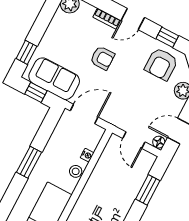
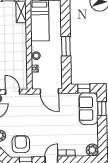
armchair: (102, 58) -> (56, 129), removed
sofa: (54, 79) -> (88, 109), moved, turned 90
door: (84, 114) -> (49, 91), hinge flipped

